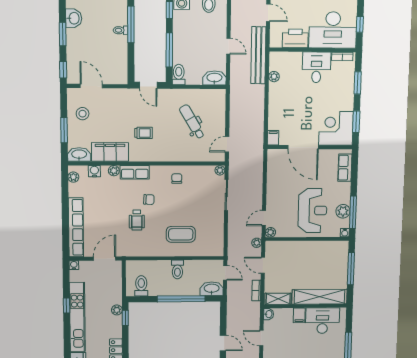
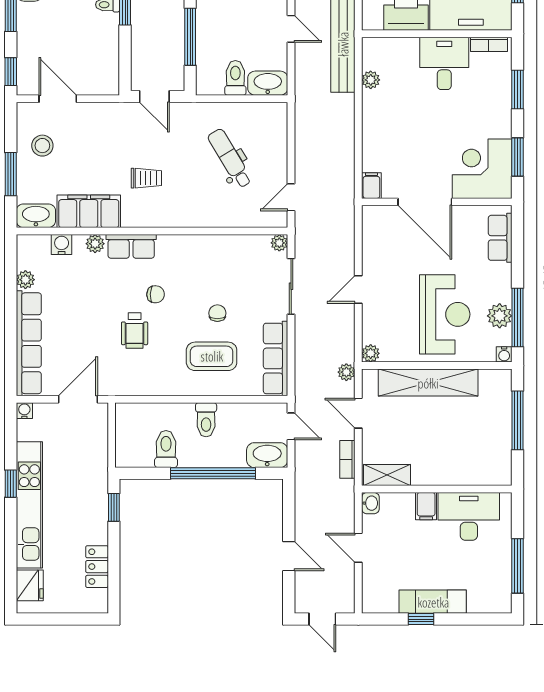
toilet: (179, 75) -> (235, 78), moved
plant: (73, 177) -> (25, 280), moved
chair: (177, 179) -> (217, 313), moved
door: (264, 218) -> (358, 289), moved
row of seats: (217, 235) -> (276, 358), added
toilet: (141, 286) -> (166, 449), moved
shelving: (320, 297) -> (428, 383), moved
plant: (117, 310) -> (99, 493), removed

